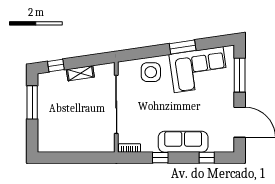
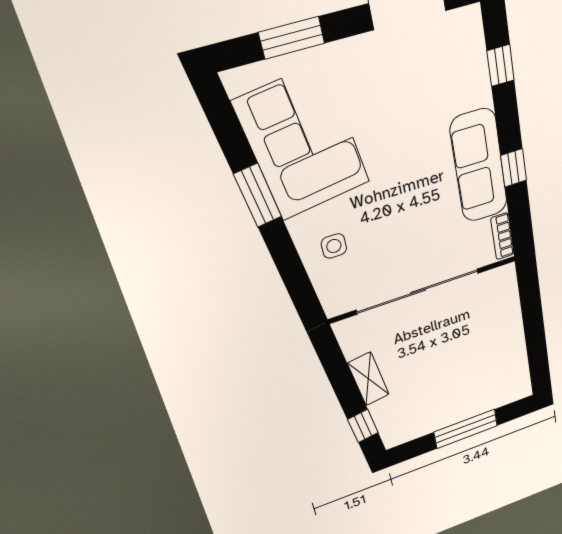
side table: (151, 72) -> (334, 246), width x0.54, depth x0.54
window: (240, 75) -> (292, 38), width x0.69
window: (32, 102) -> (466, 429), moved
sofa: (183, 142) -> (479, 166), moved

